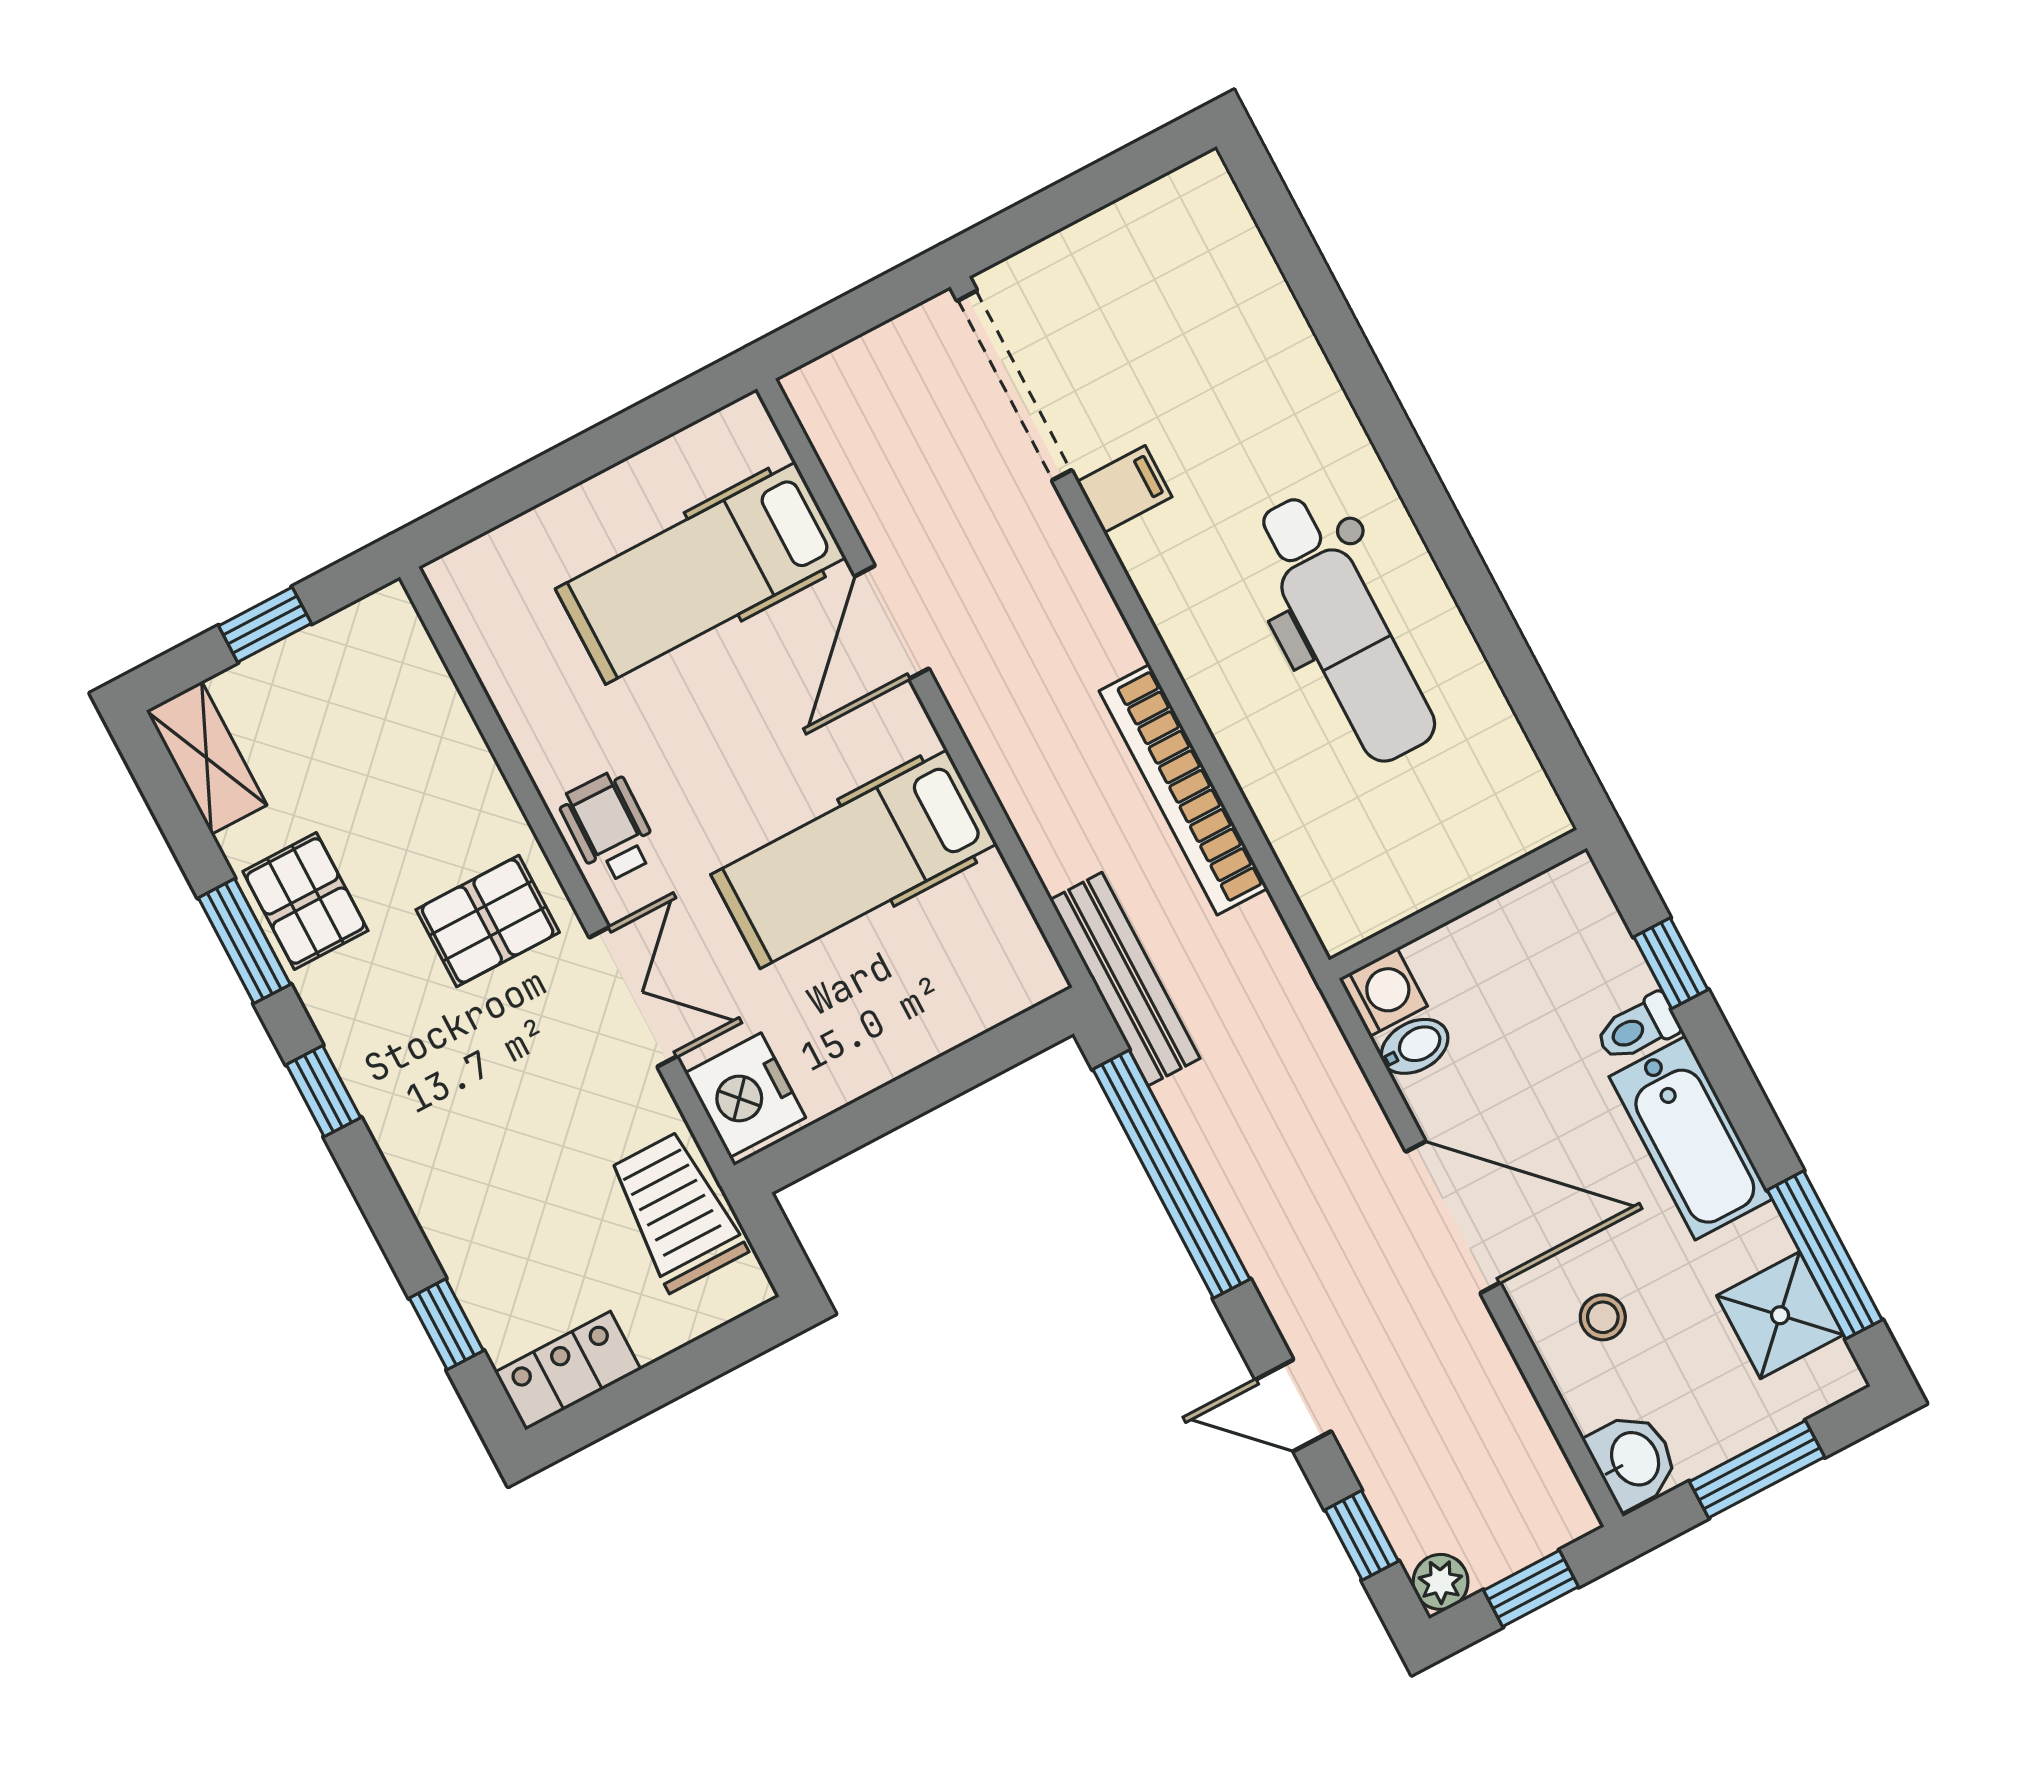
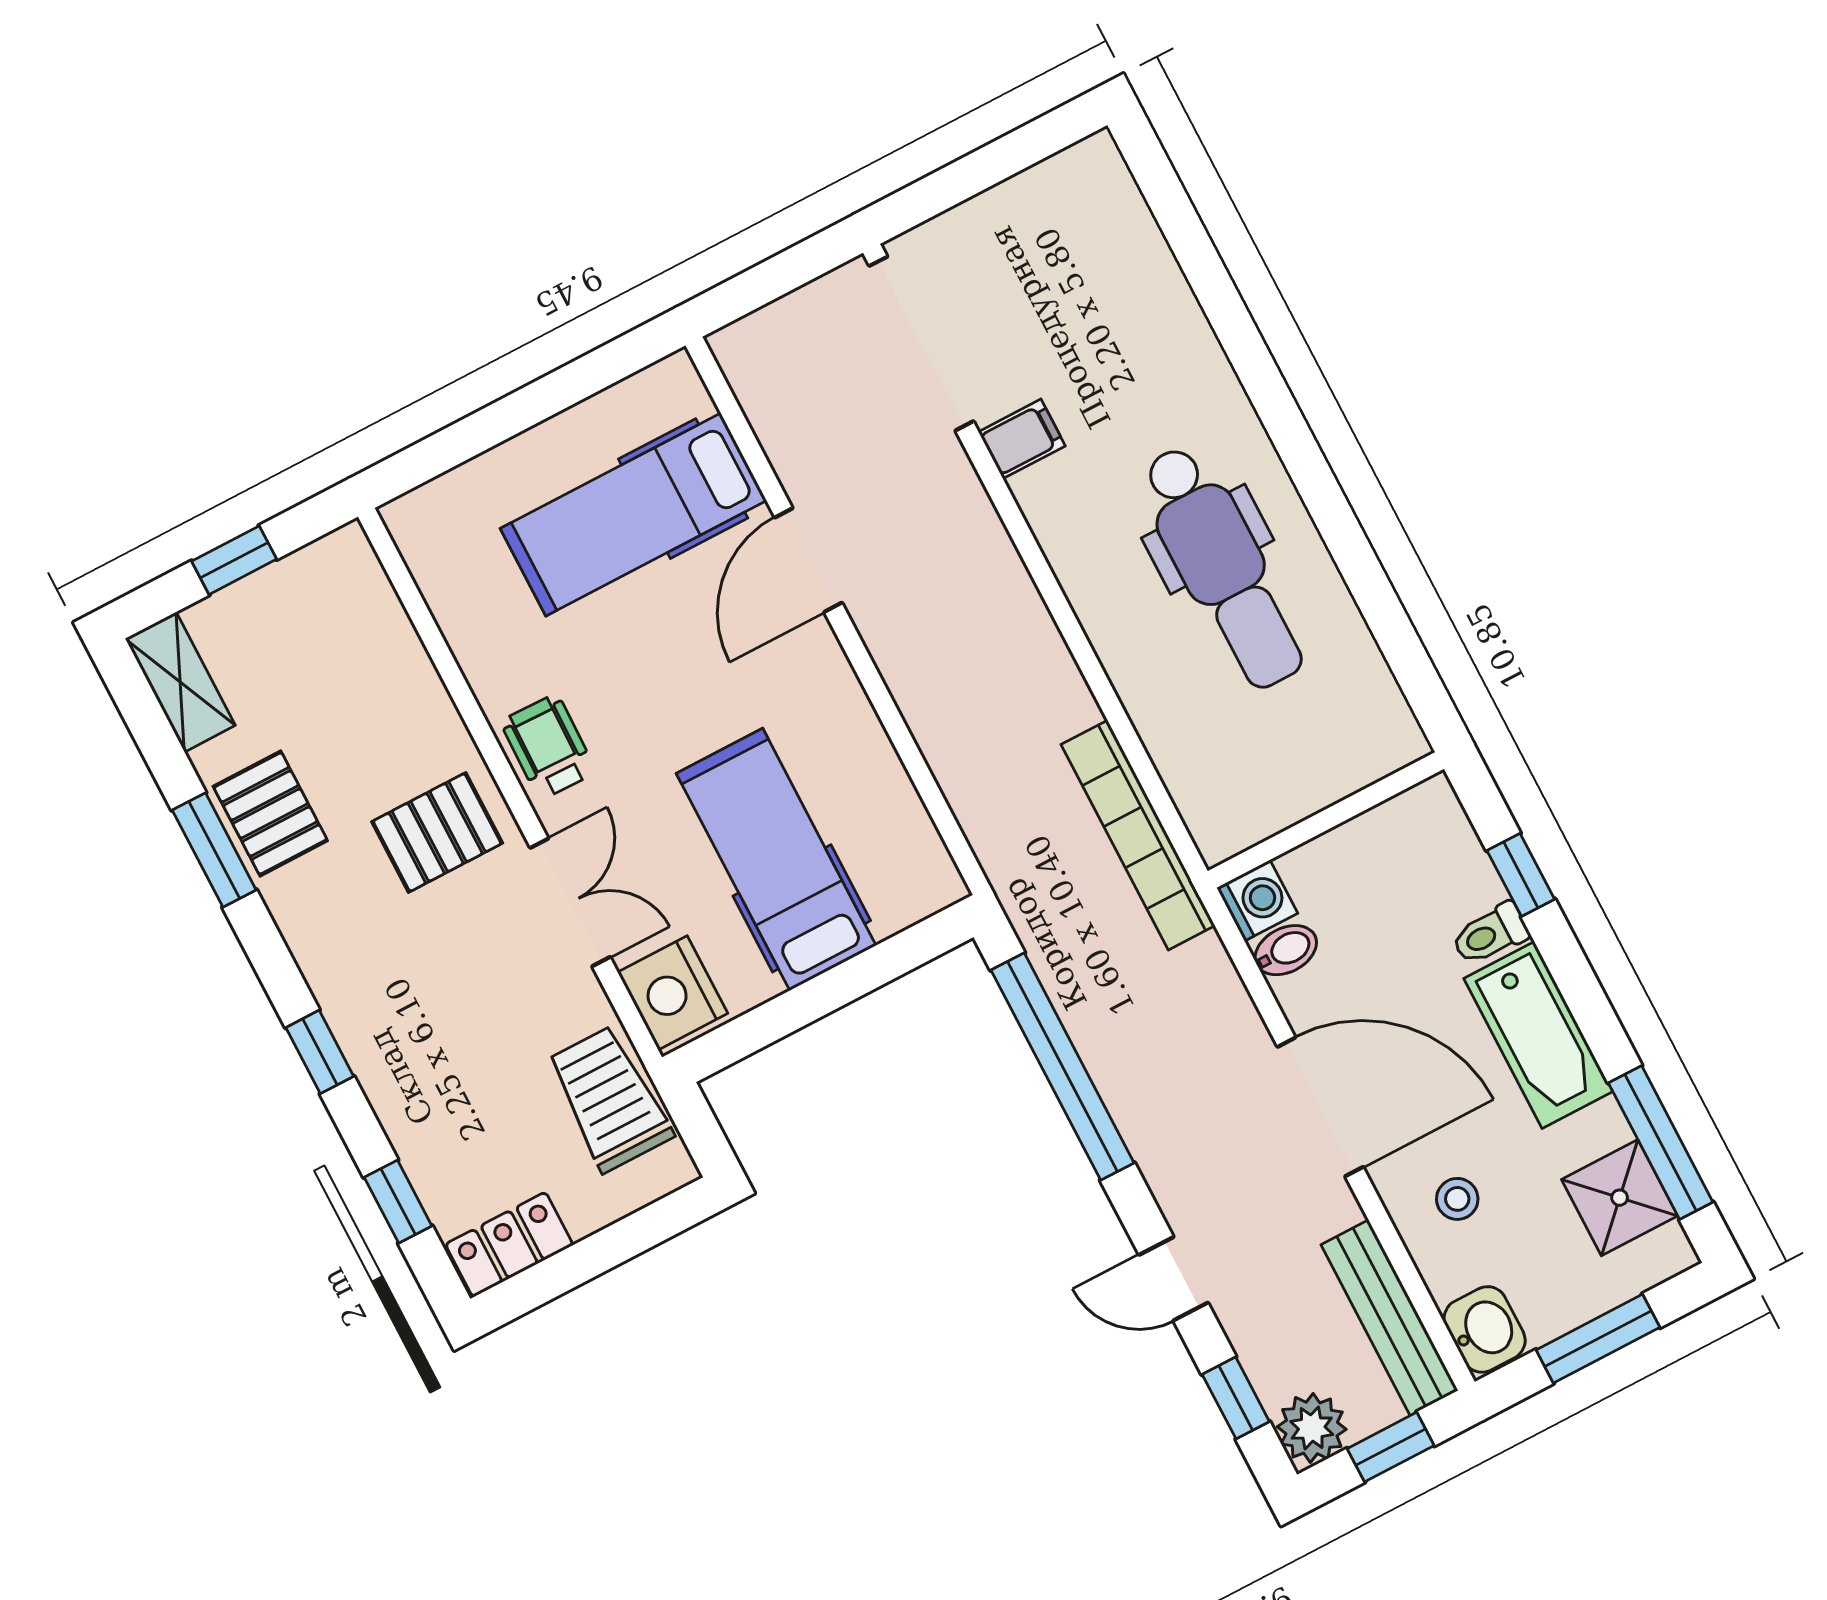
bookcase: (1183, 790) -> (1138, 835), moved
hospital bed: (854, 859) -> (776, 859), moved, turned 90
bench: (1125, 979) -> (1389, 1318), moved
window: (323, 1091) -> (320, 1052), moved
plant: (1441, 1582) -> (1312, 1428), width x1.38, depth x1.38

